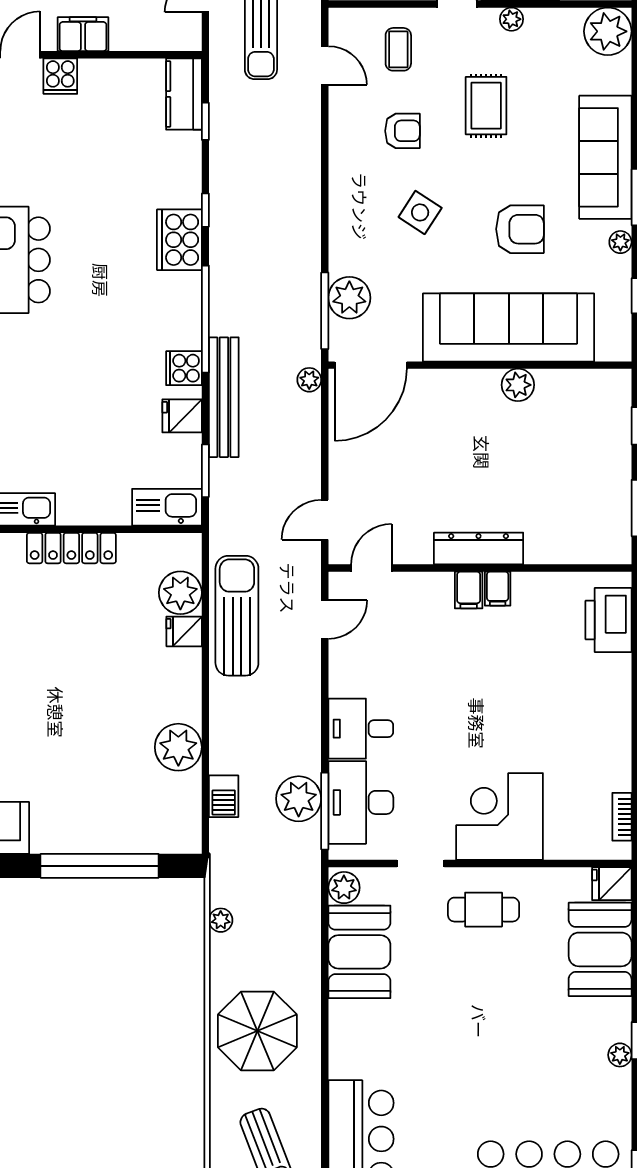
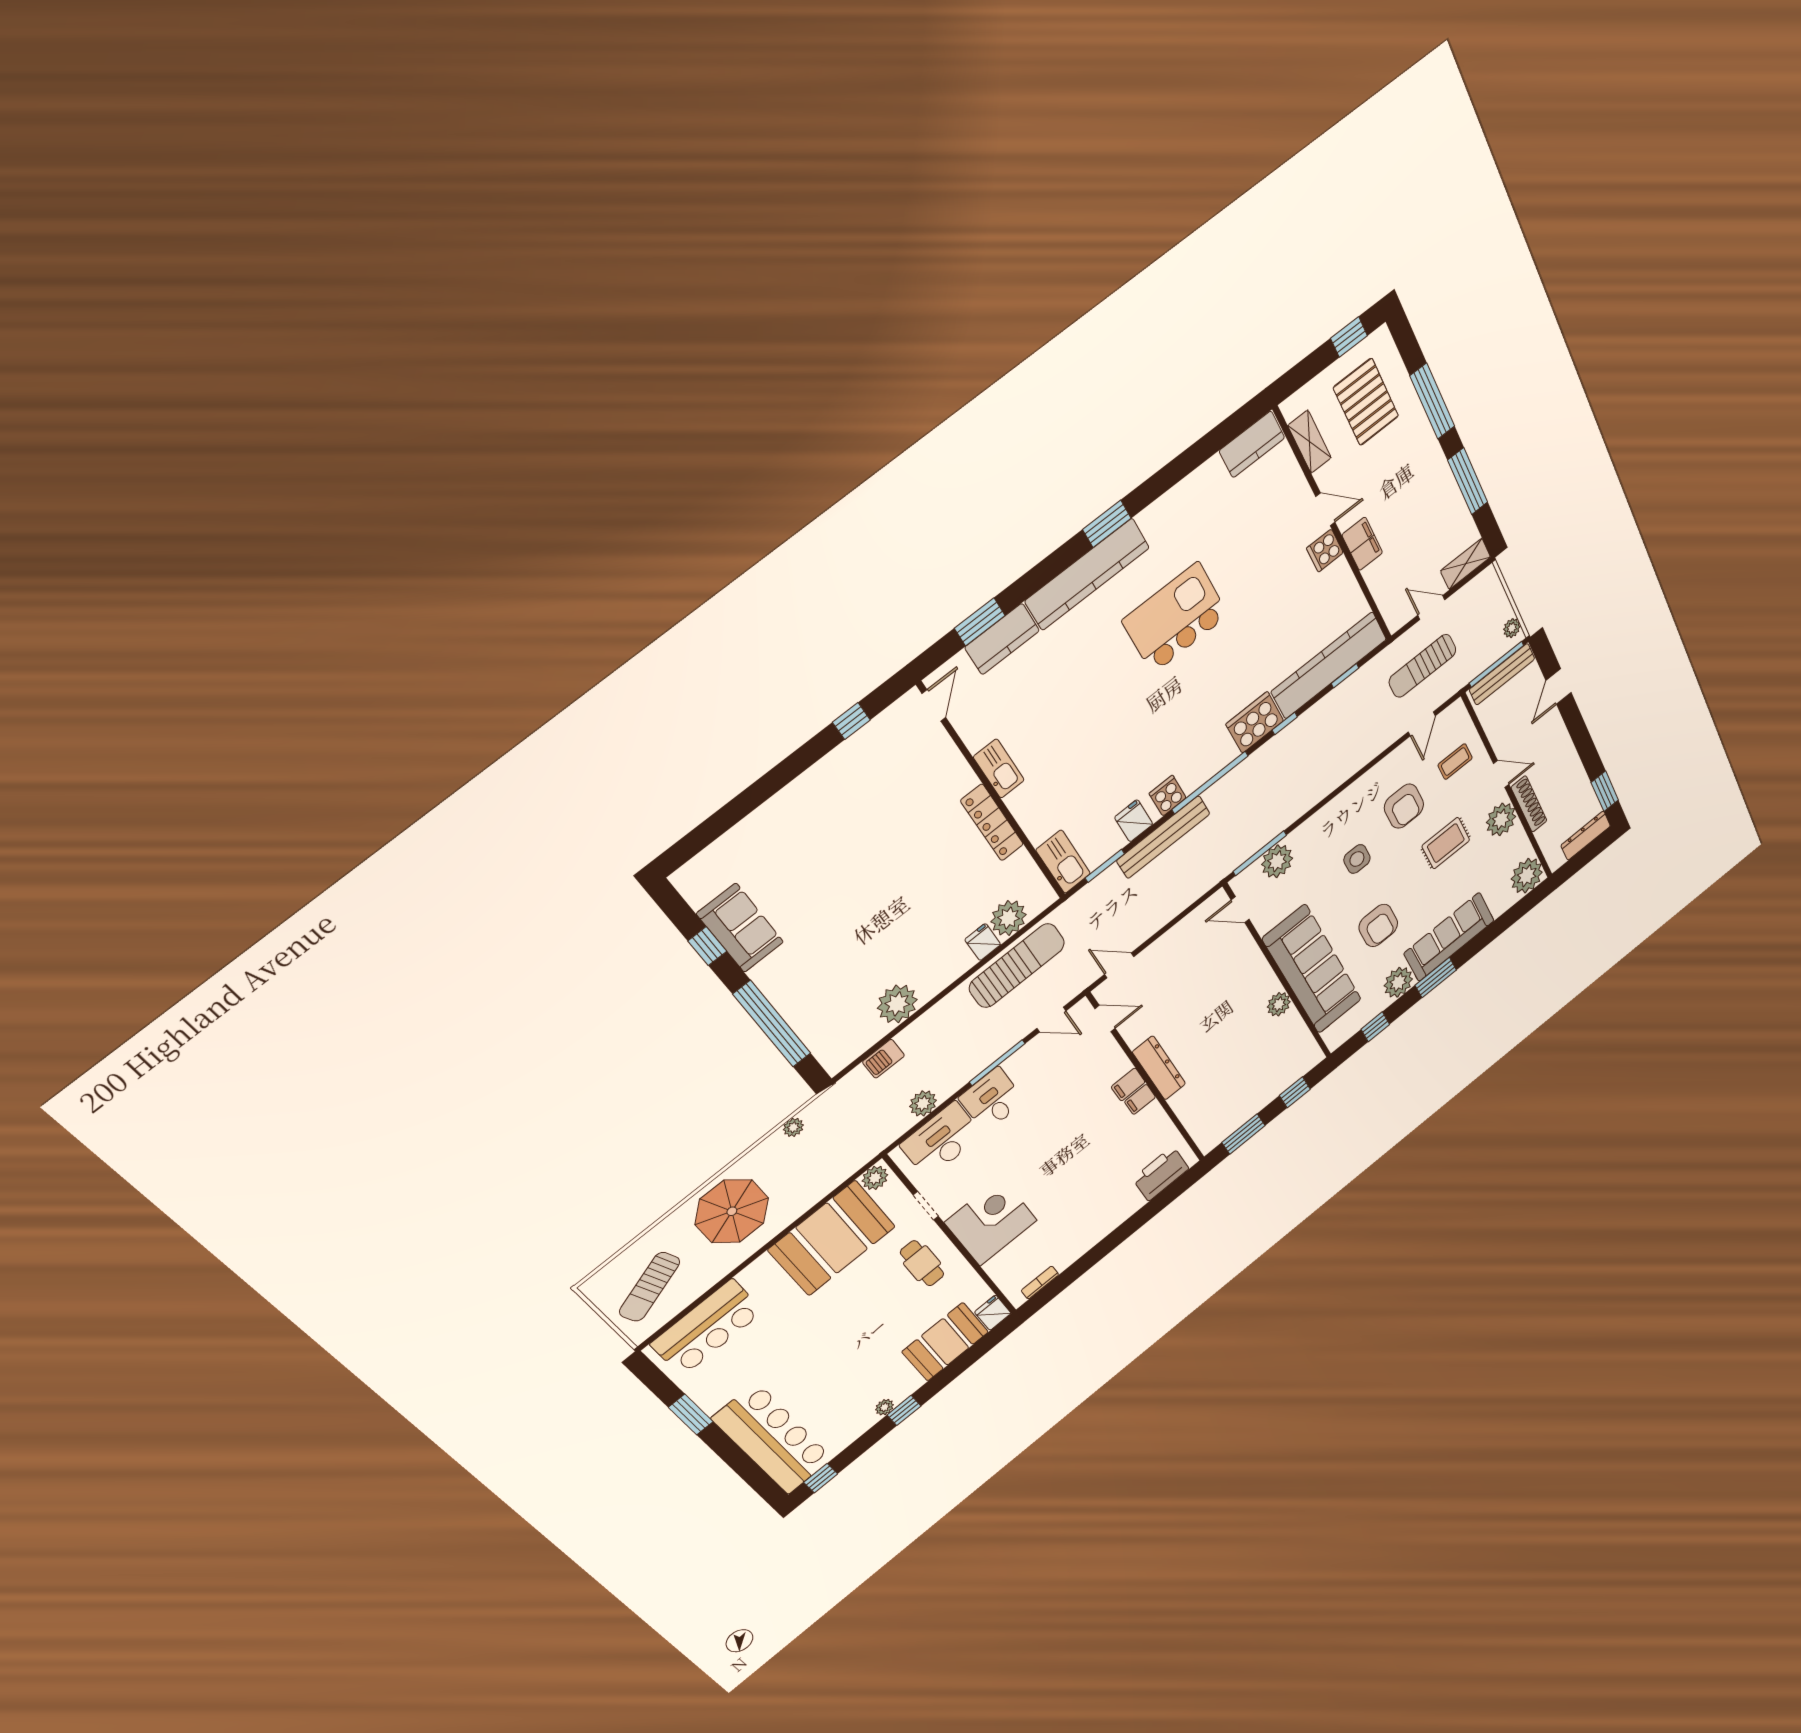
plant: (511, 19) -> (1501, 819), width x1.88, depth x1.88
kitchen counter: (184, 94) -> (1329, 665), width x2.08, depth x1.17
armchair: (402, 131) -> (1404, 806), width x1.38, depth x1.38
side table: (420, 212) -> (1357, 859), turned -33
plant: (620, 242) -> (1398, 982), width x1.87, depth x1.87
door: (371, 365) -> (1240, 910), width x0.53
plant: (309, 380) -> (1208, 881), removed
plant: (299, 799) -> (923, 1103), width x0.73, depth x0.73
window: (325, 811) -> (997, 1063), moved
booth: (359, 952) -> (832, 1238), width x1.36, depth x1.42

